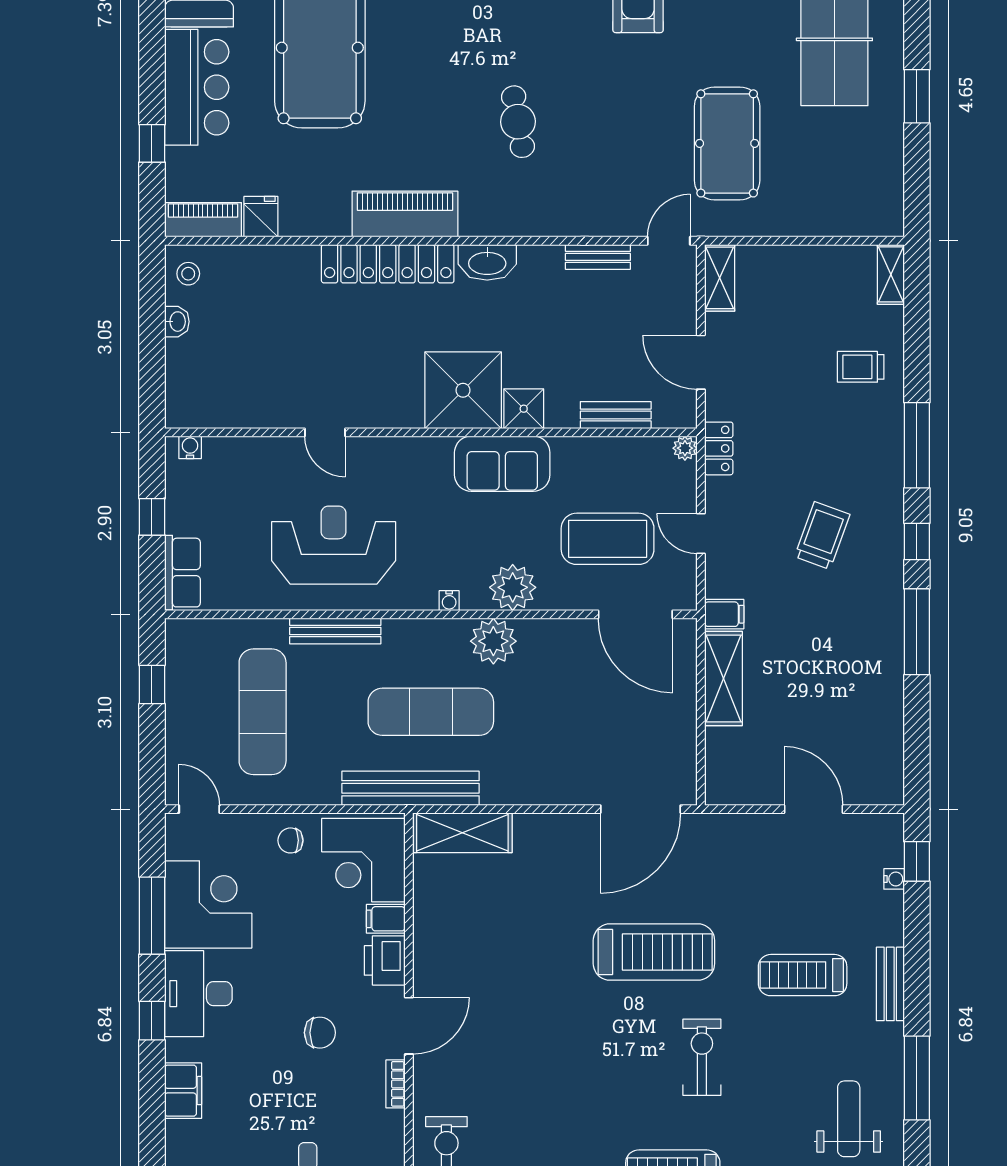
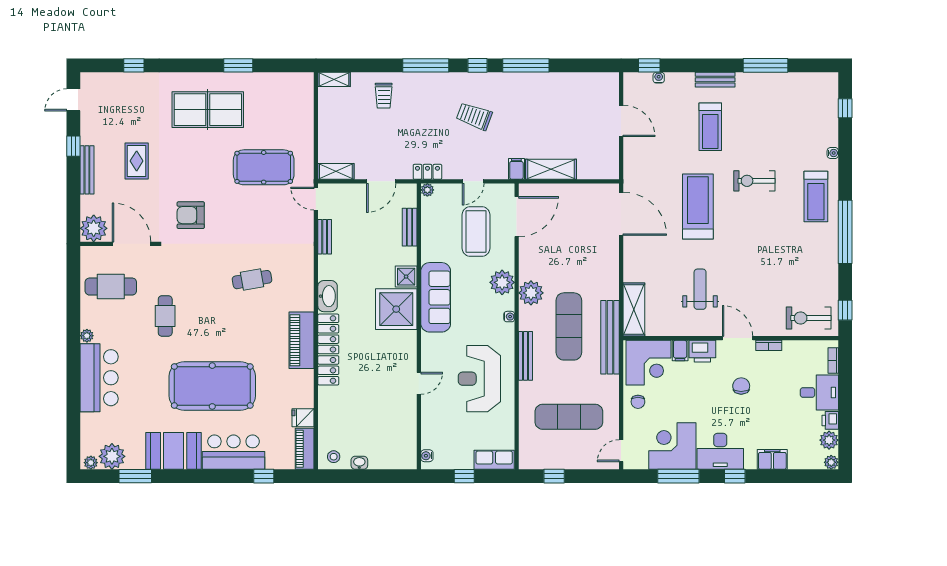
sofa: (502, 464) -> (436, 297), width x1.36
bench: (335, 631) -> (525, 356), moved
door: (813, 809) -> (621, 121), swing flipped
weight bench: (849, 1119) -> (700, 289), moved, turned 90

